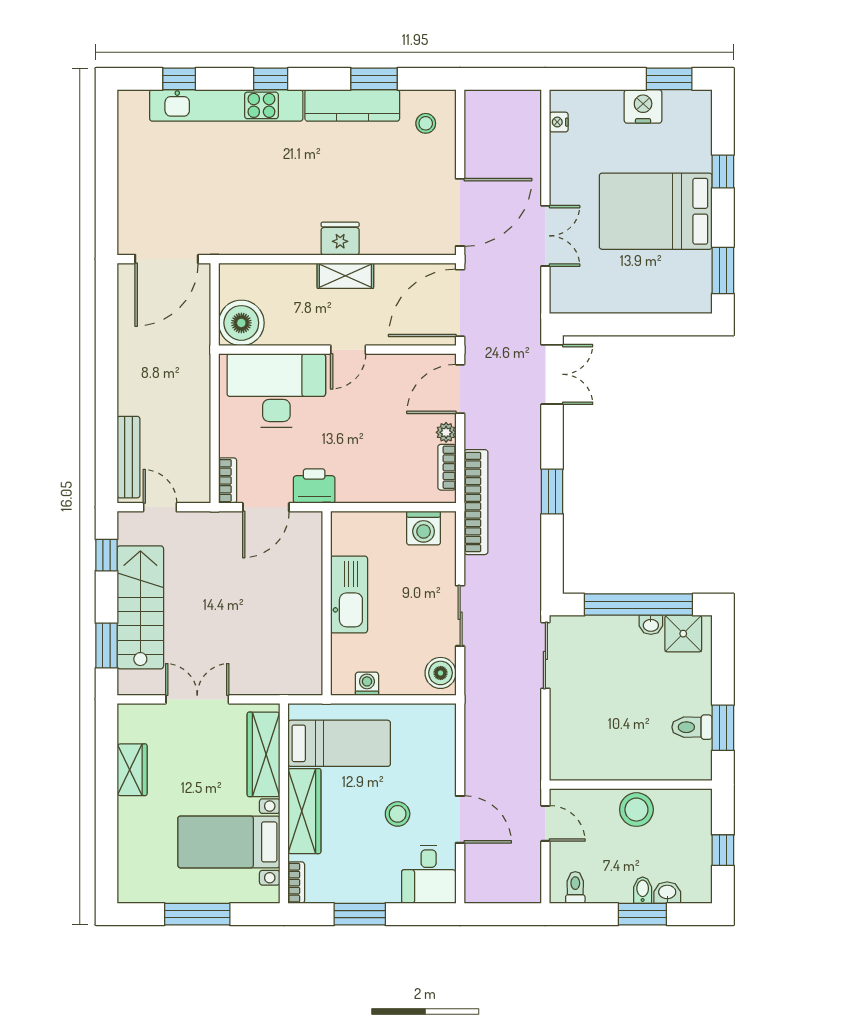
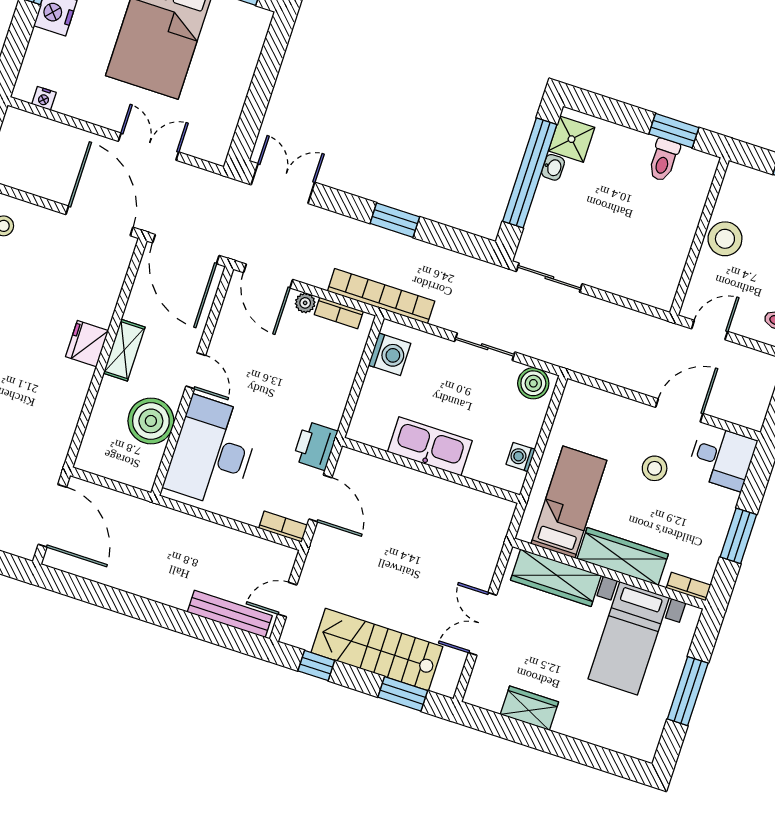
boiler: (241, 323) -> (151, 421), moved

